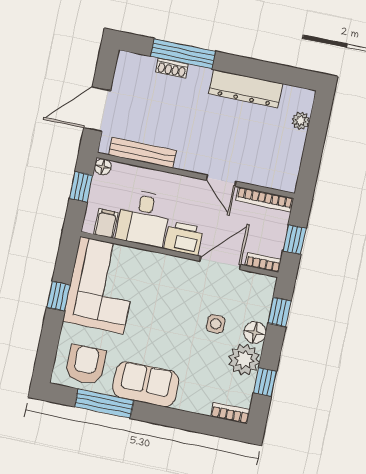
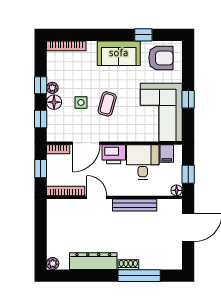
shoe rack: (172, 68) -> (128, 265), moved
plant: (301, 121) -> (53, 264), moved
bench: (143, 153) -> (135, 205), moved
coffee table: (178, 314) -> (107, 104), added
plant: (244, 360) -> (52, 88), width x0.53, depth x0.53
armchair: (86, 365) -> (161, 58), turned -90
window: (265, 382) -> (41, 85), moved
window: (104, 404) -> (143, 35), width x0.46
bookcase: (230, 413) -> (66, 46), width x1.56

